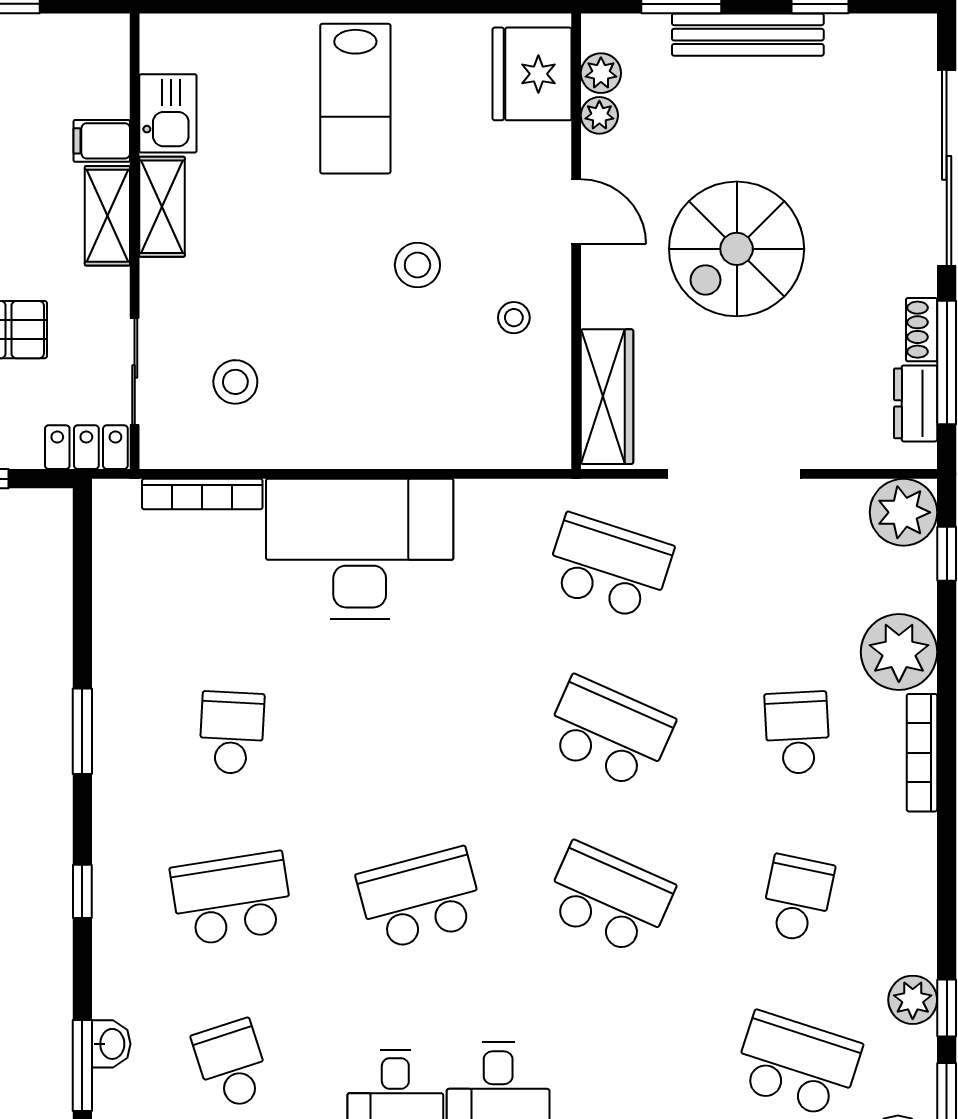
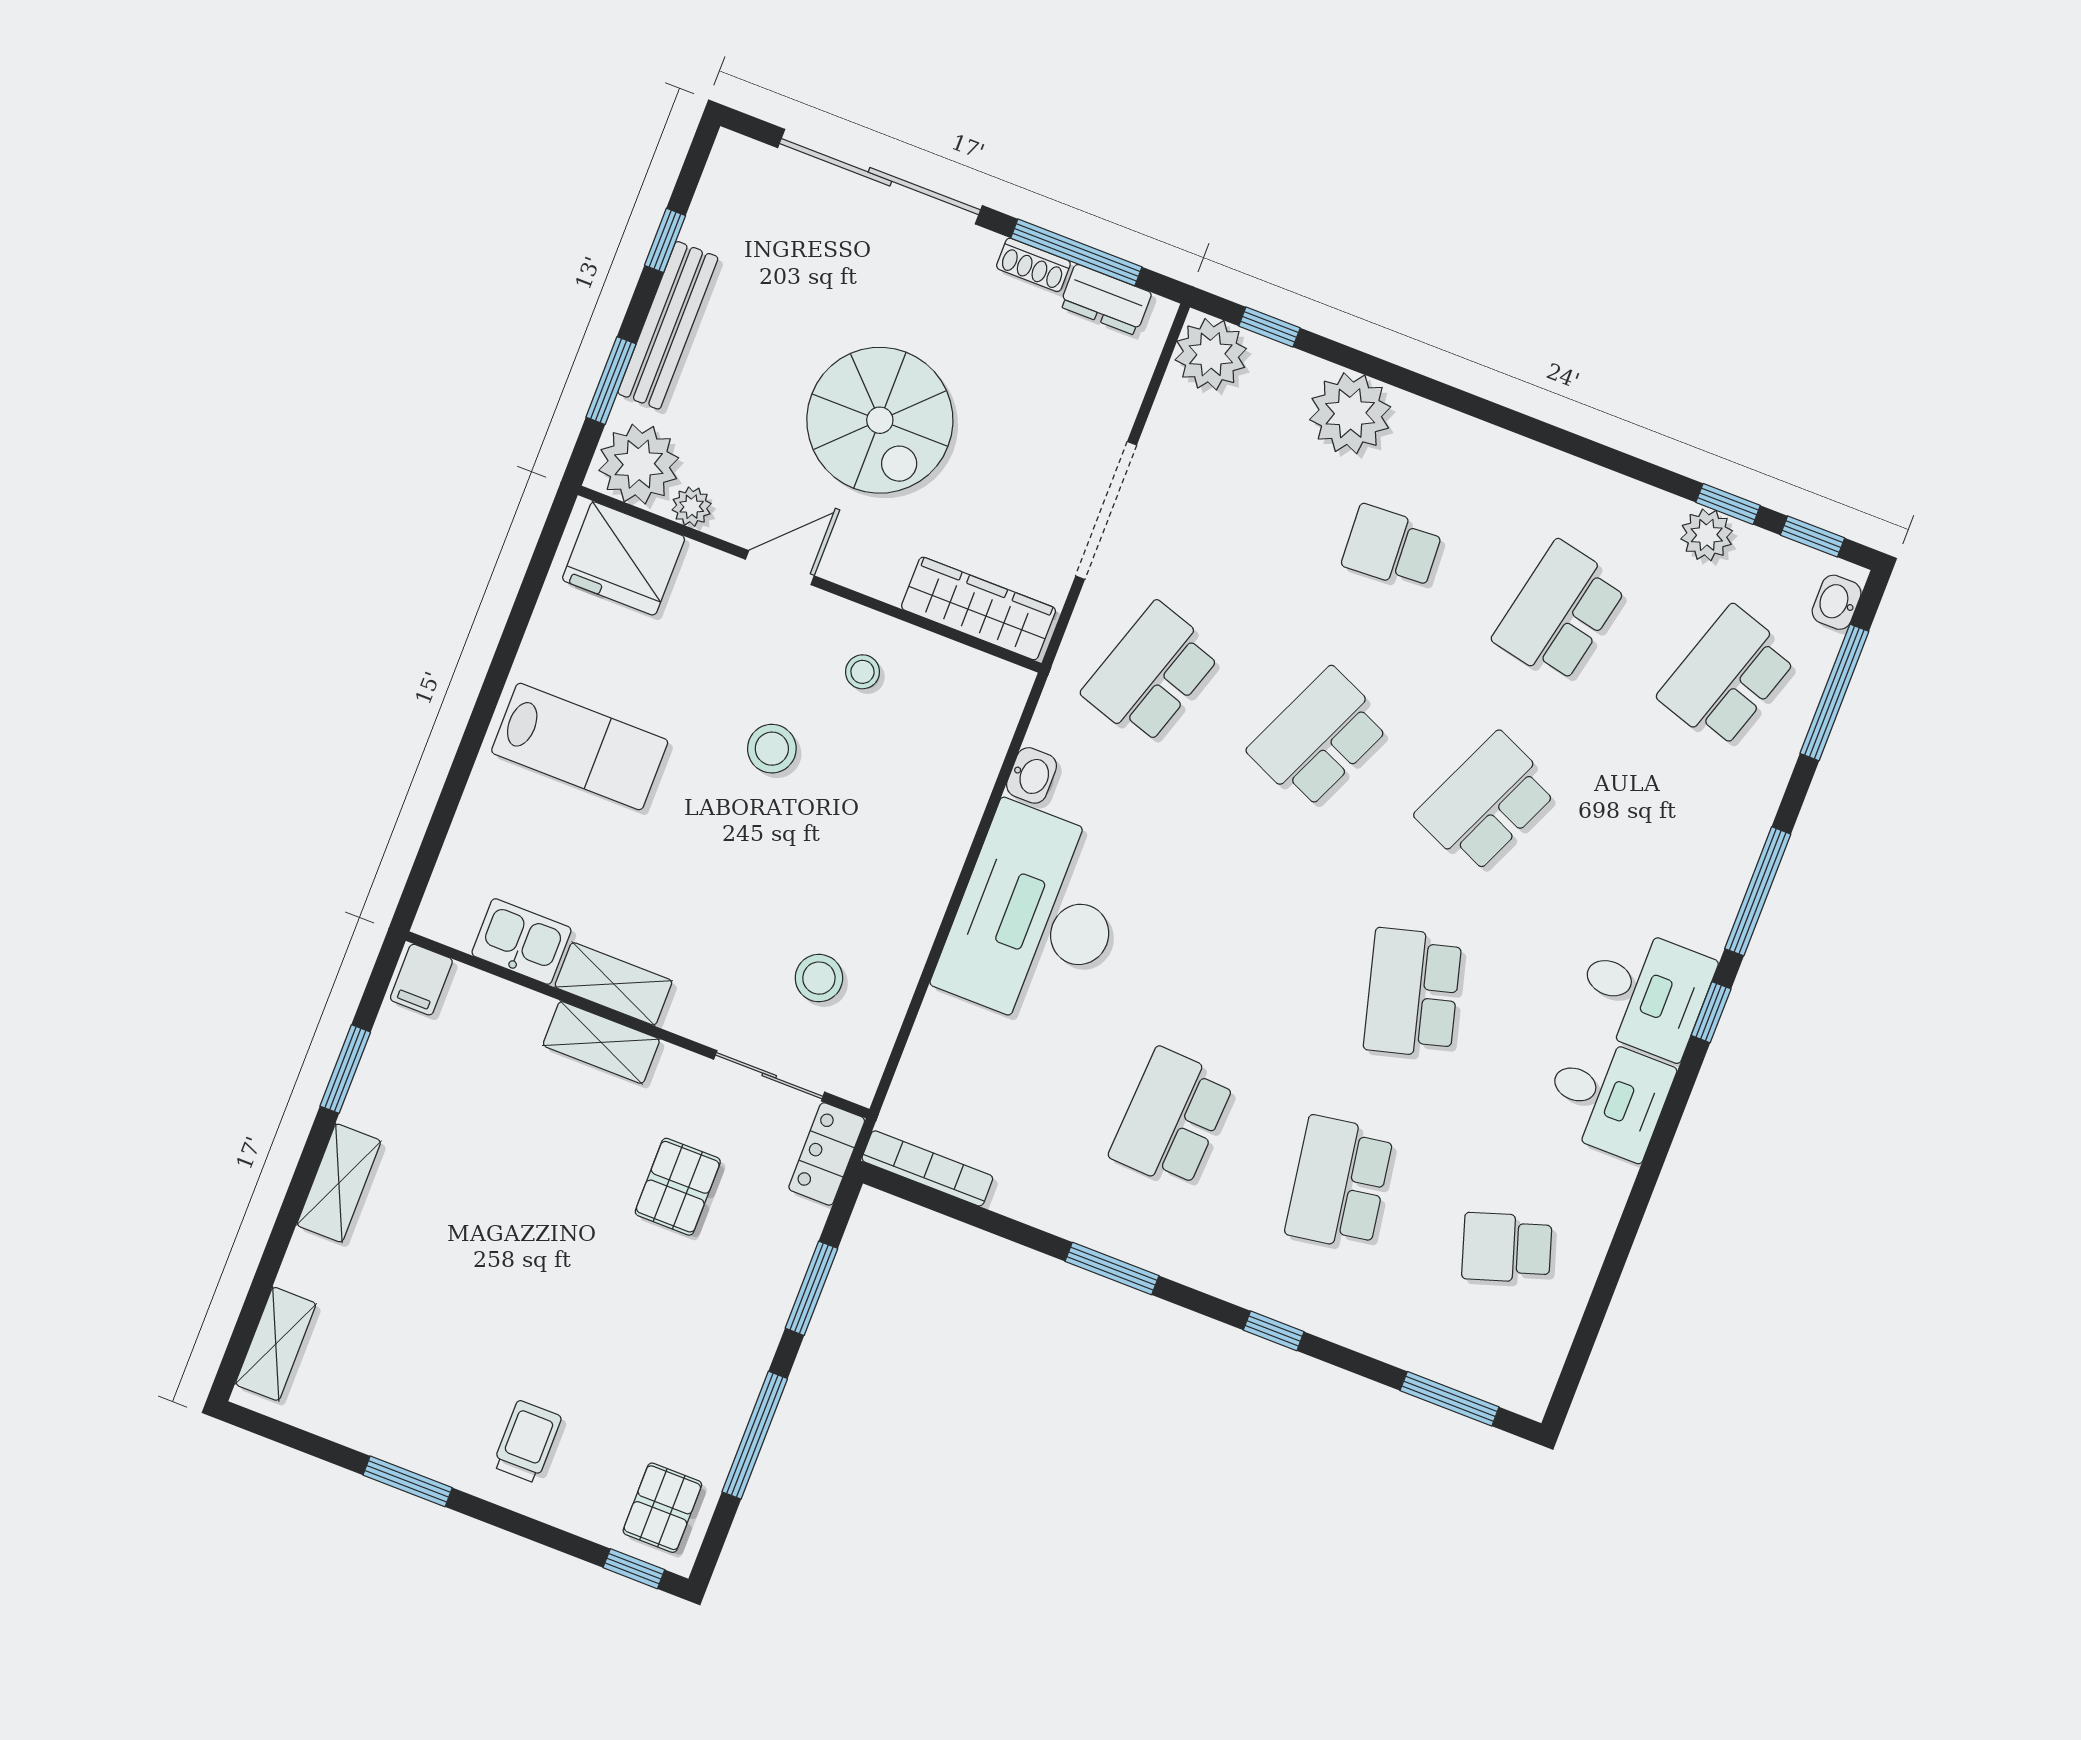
plant: (601, 73) -> (639, 464), width x1.88, depth x1.88
filing cabinet: (102, 141) -> (421, 980), moved
bookcase: (202, 494) -> (927, 1168), moved, turned -90
school desk: (232, 733) -> (1172, 1118), width x1.85
bookcase: (922, 753) -> (1461, 429), removed
school desk: (797, 899) -> (1560, 612), width x1.85
washbasin: (111, 1044) -> (1032, 775), moved, turned 90

